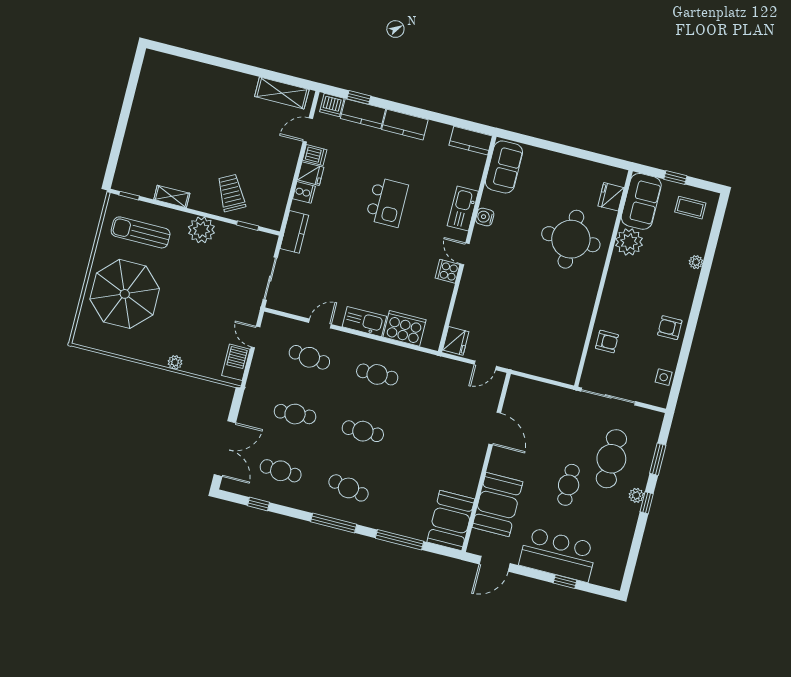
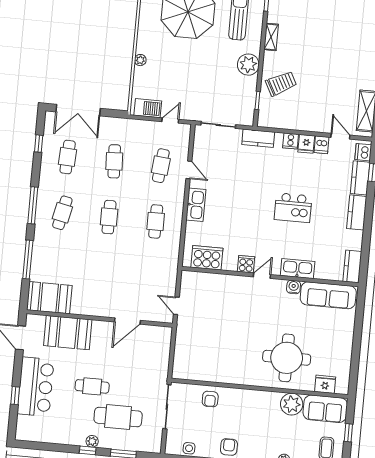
sofa: (504, 167) -> (328, 295), width x1.36
cooker: (404, 328) -> (207, 258), moved, turned -90
fridge: (456, 341) -> (192, 279), removed

